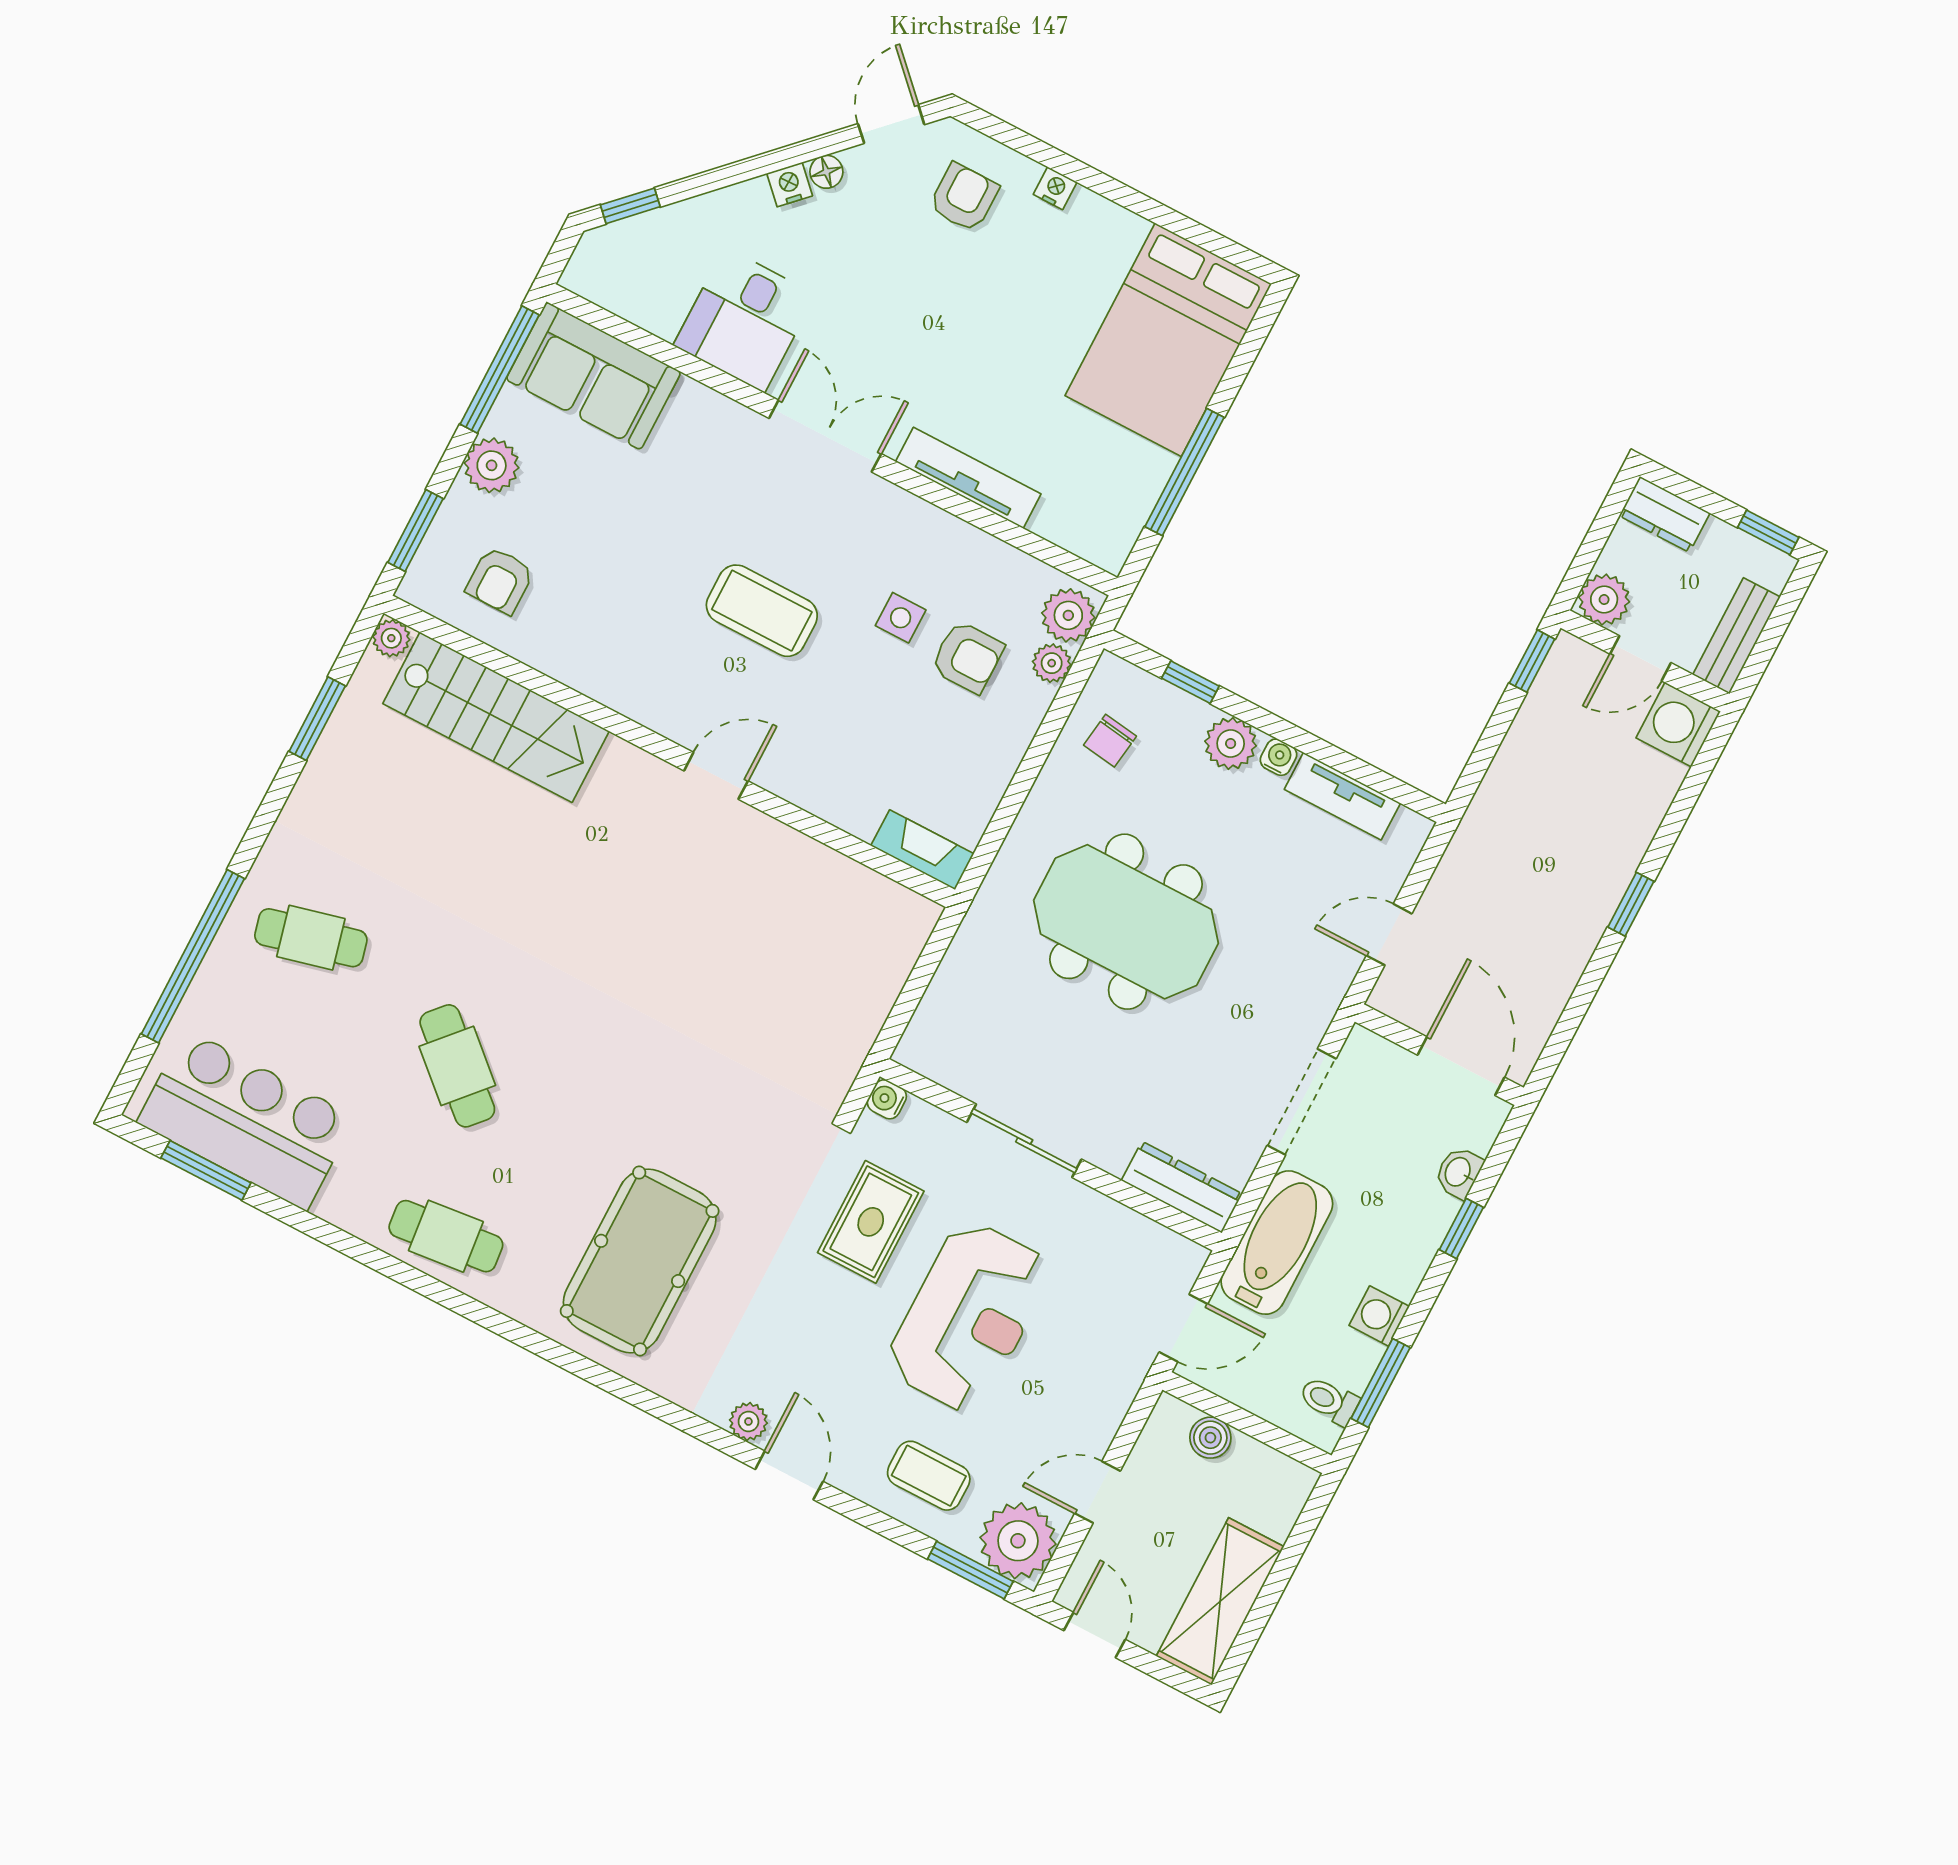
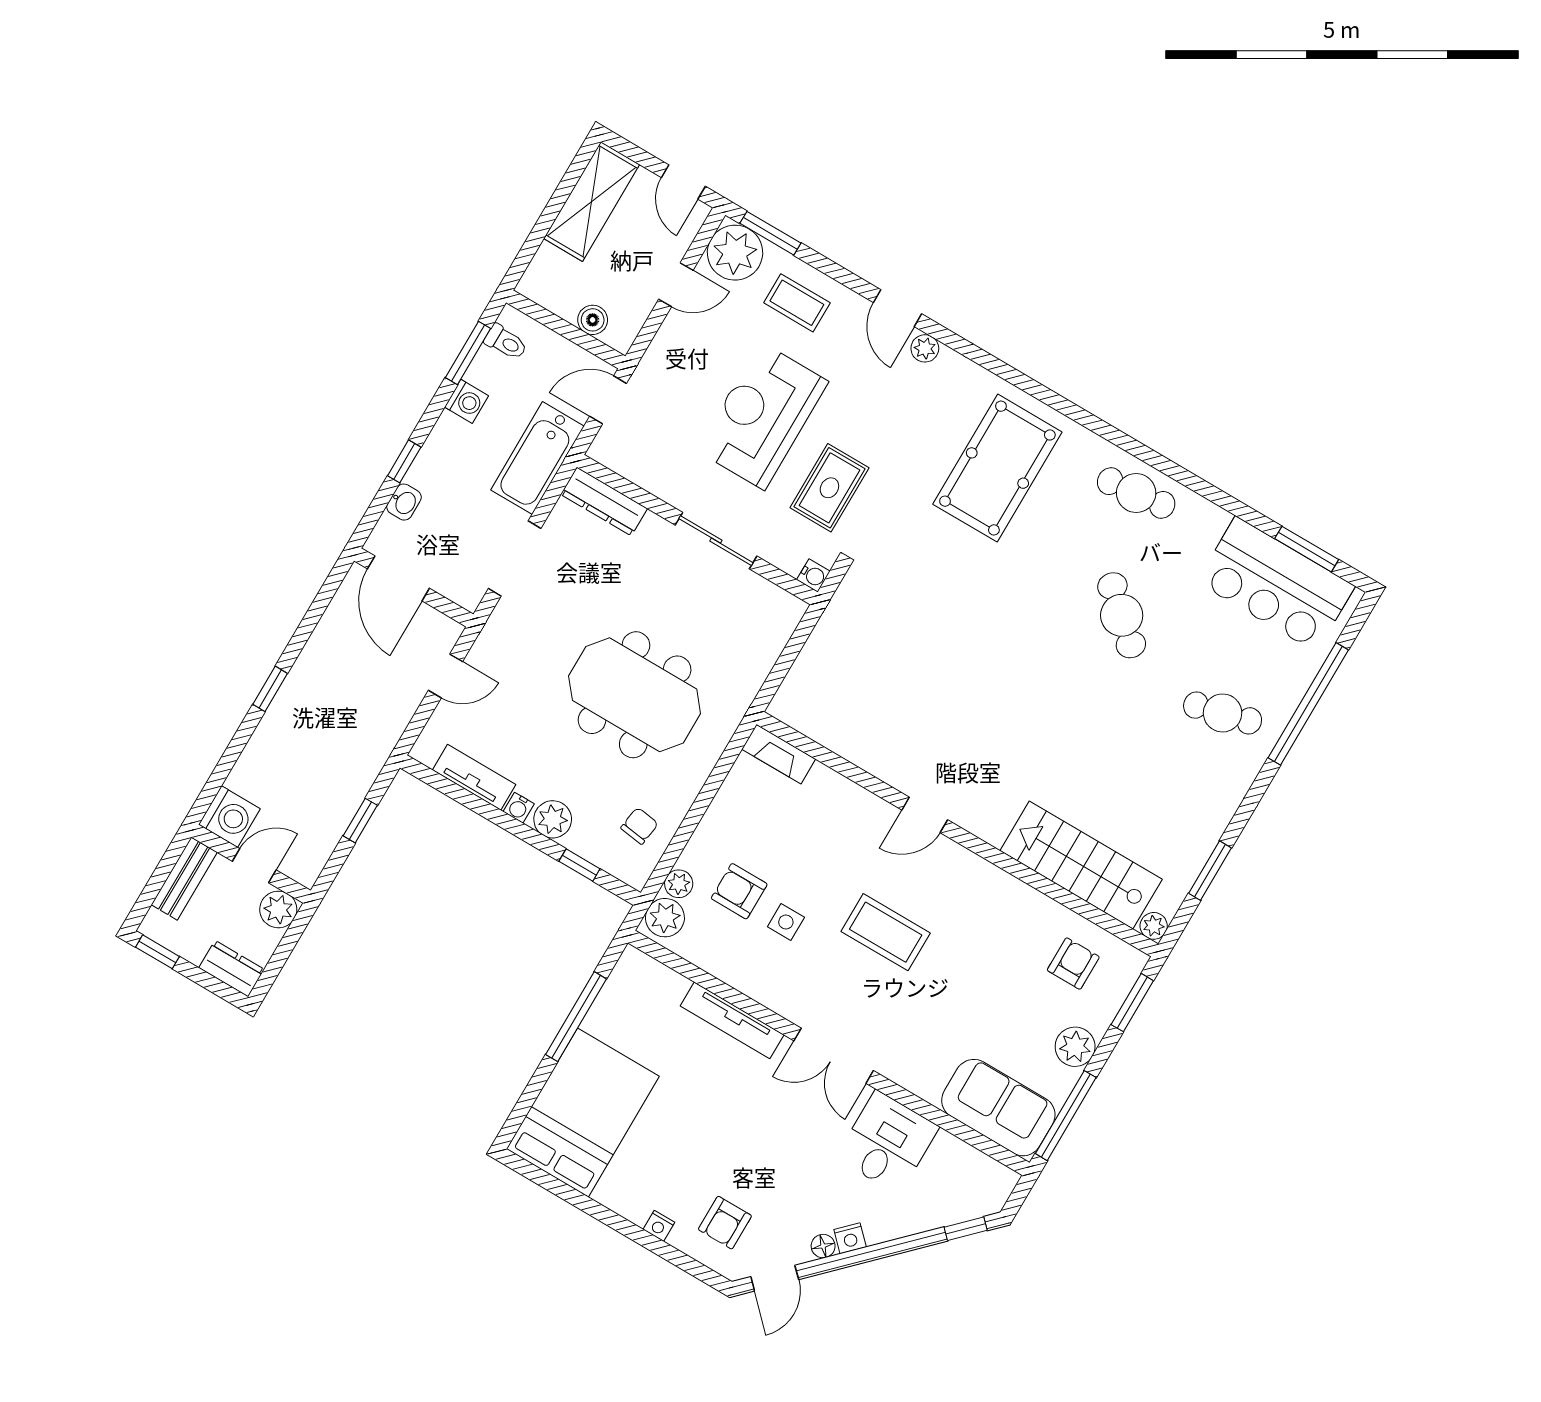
window: (1532, 661) -> (360, 821), moved

